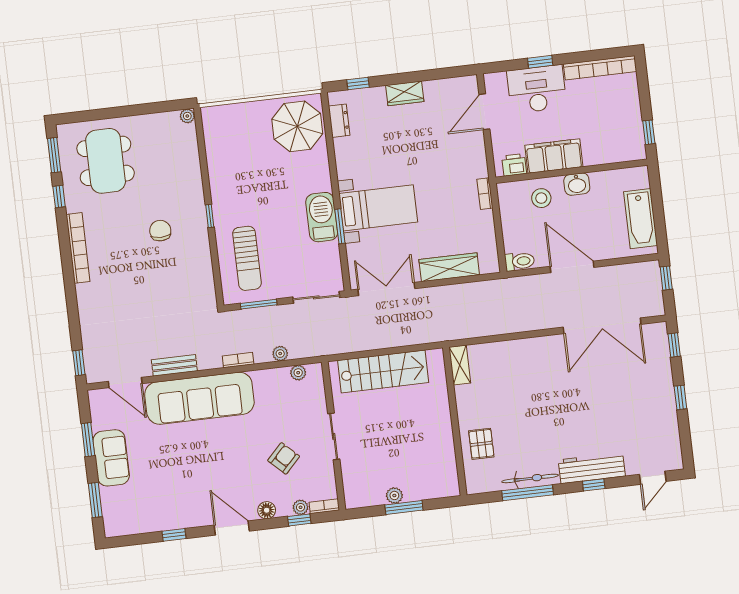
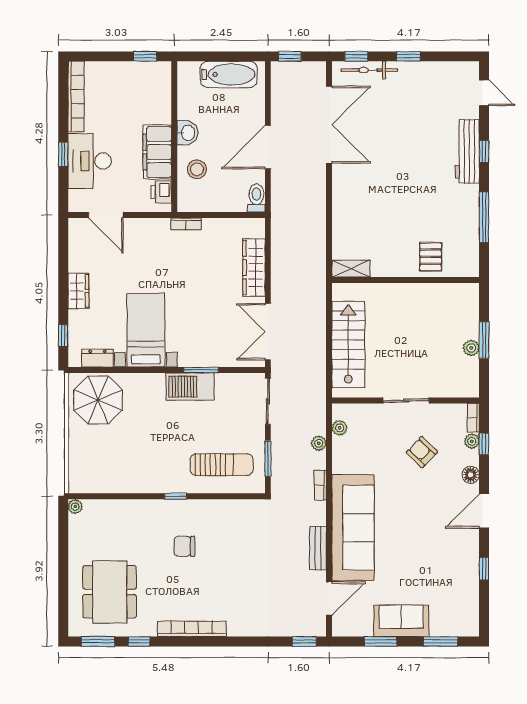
dining table: (106, 161) -> (110, 592), turned 90
bed with nightstands: (378, 208) -> (146, 330), moved
pallet: (481, 444) -> (431, 257), turned 90
bicycle: (530, 478) -> (369, 70), moved, turned -90

